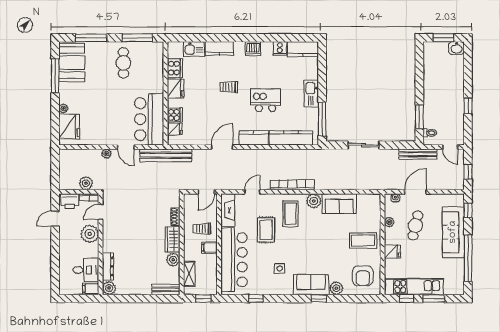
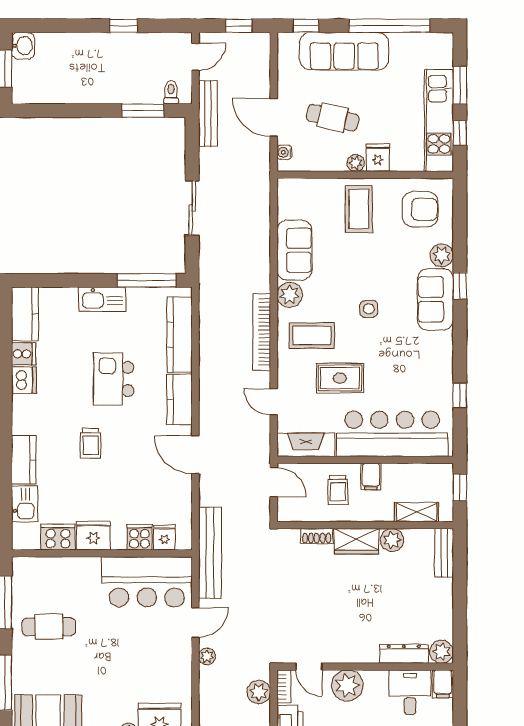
dishwasher: (253, 49) -> (24, 380), moved
plant: (389, 222) -> (356, 163), moved
side table: (280, 268) -> (369, 309), moved

